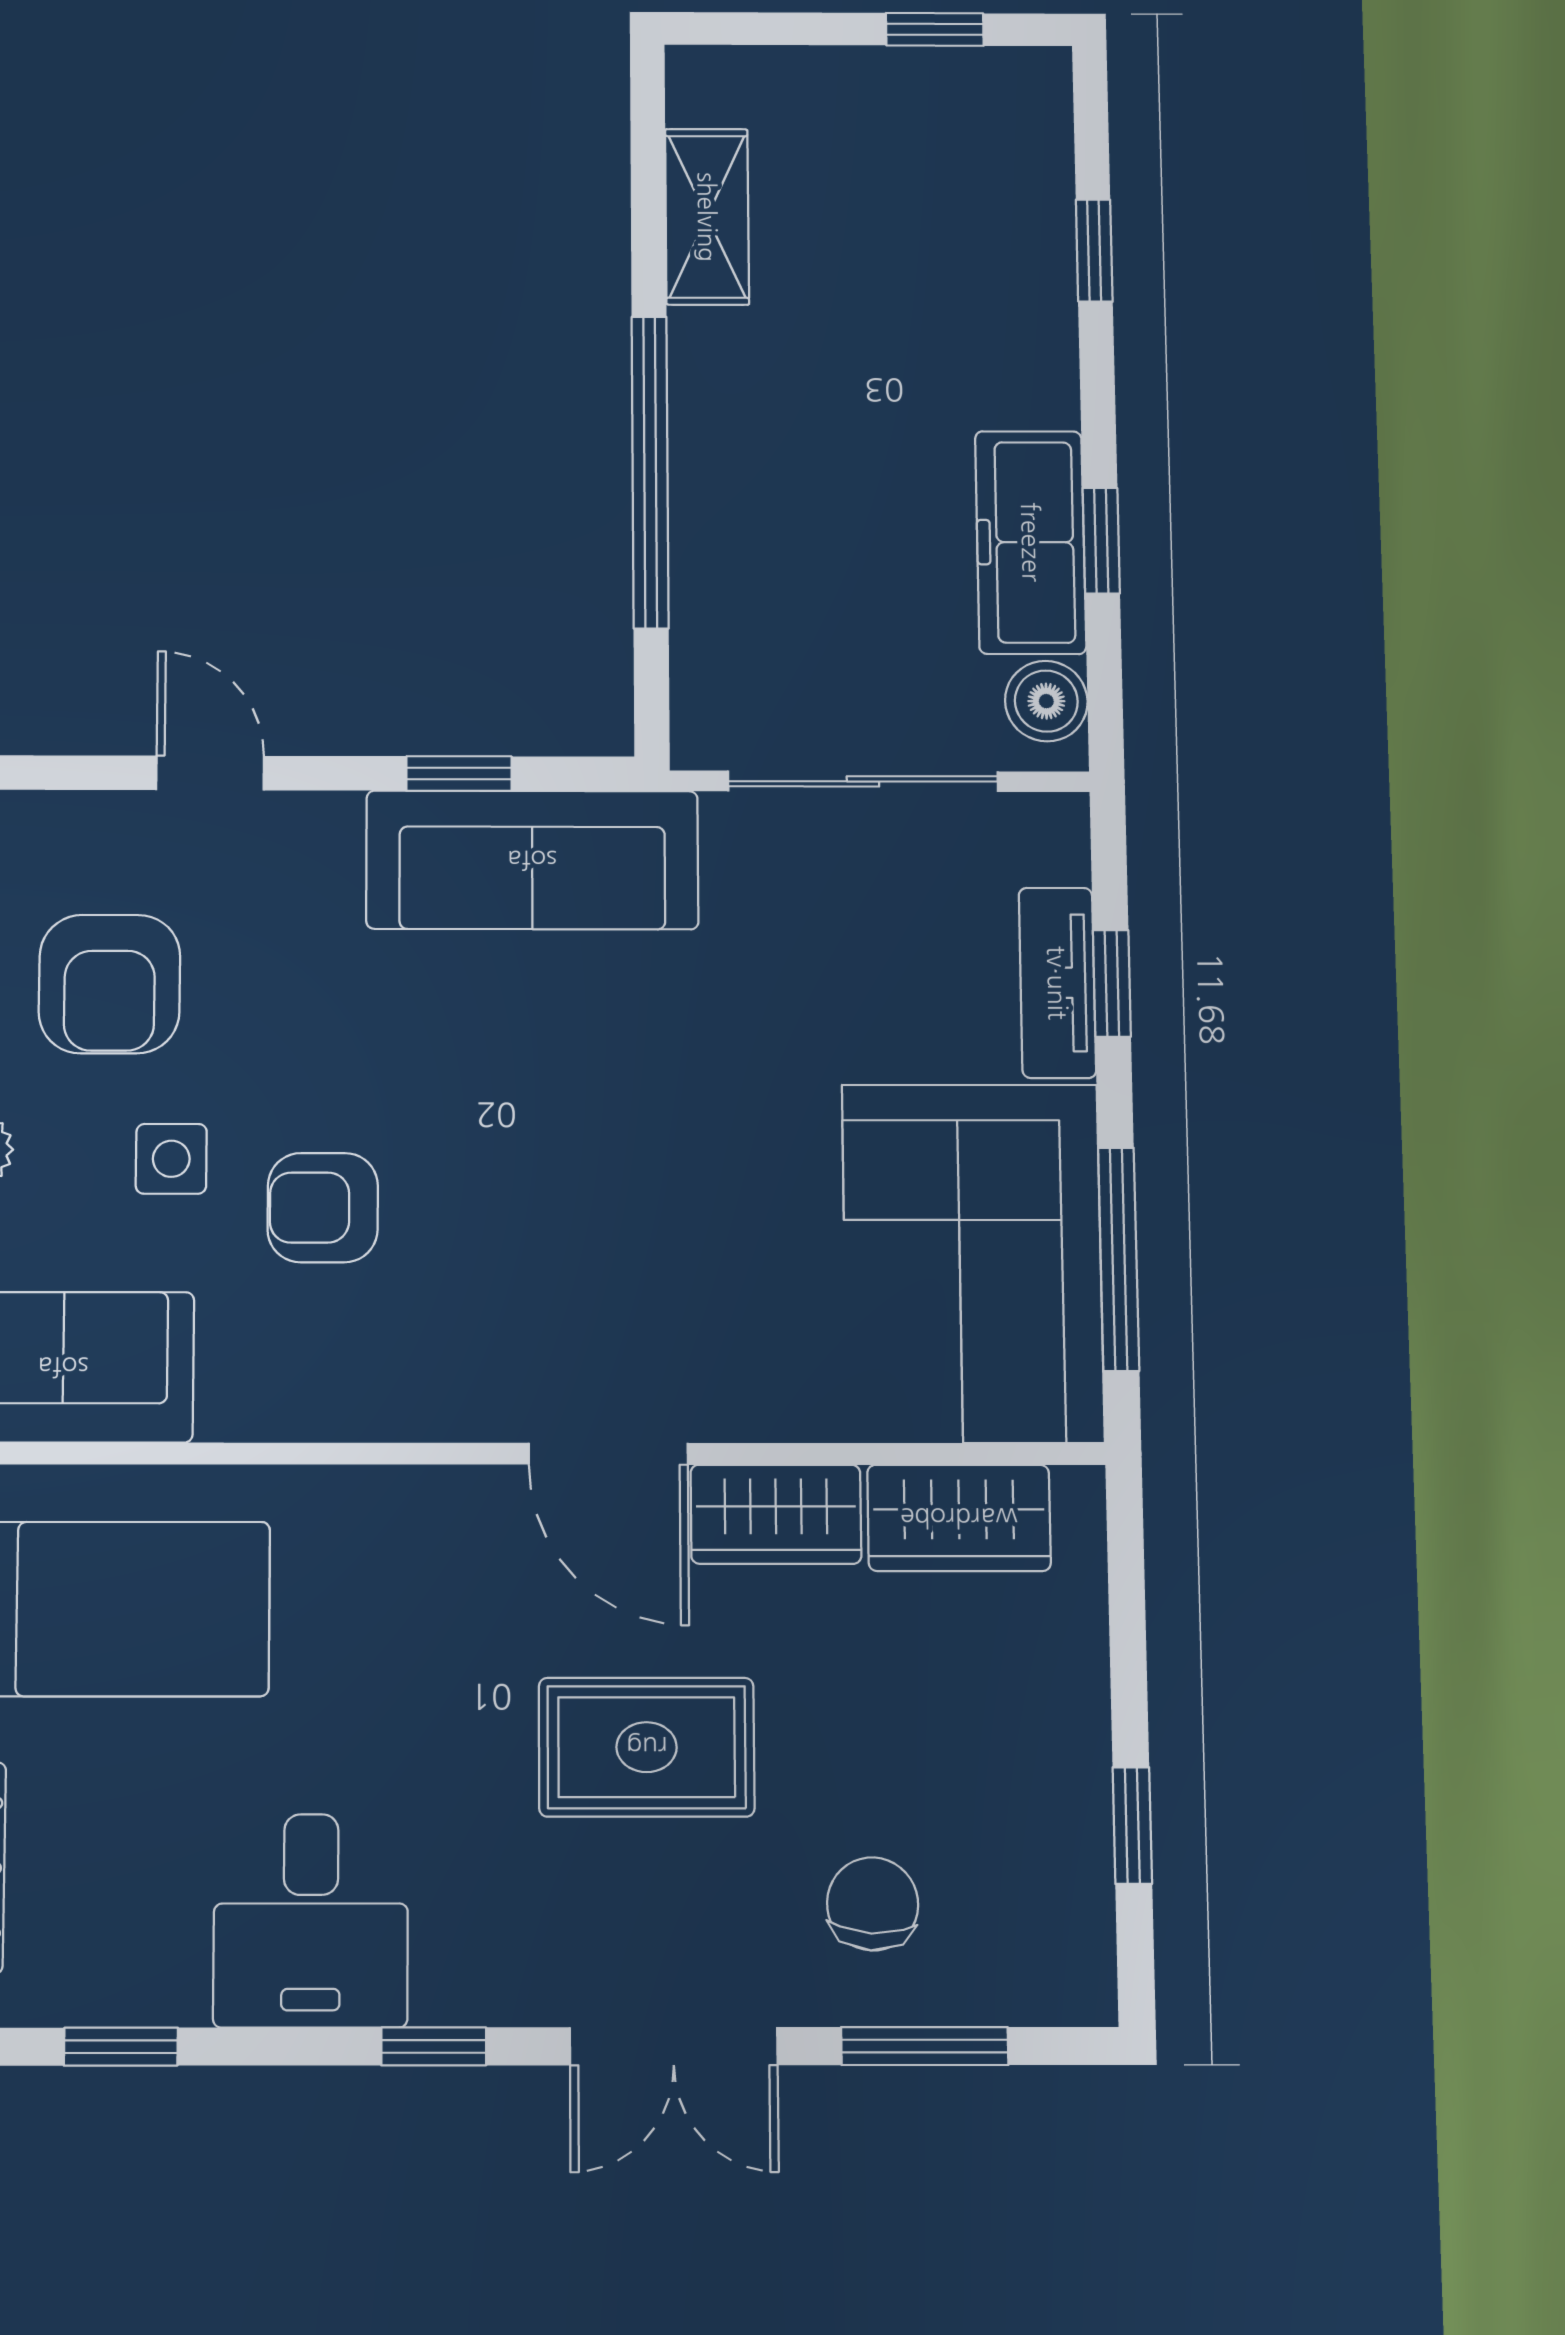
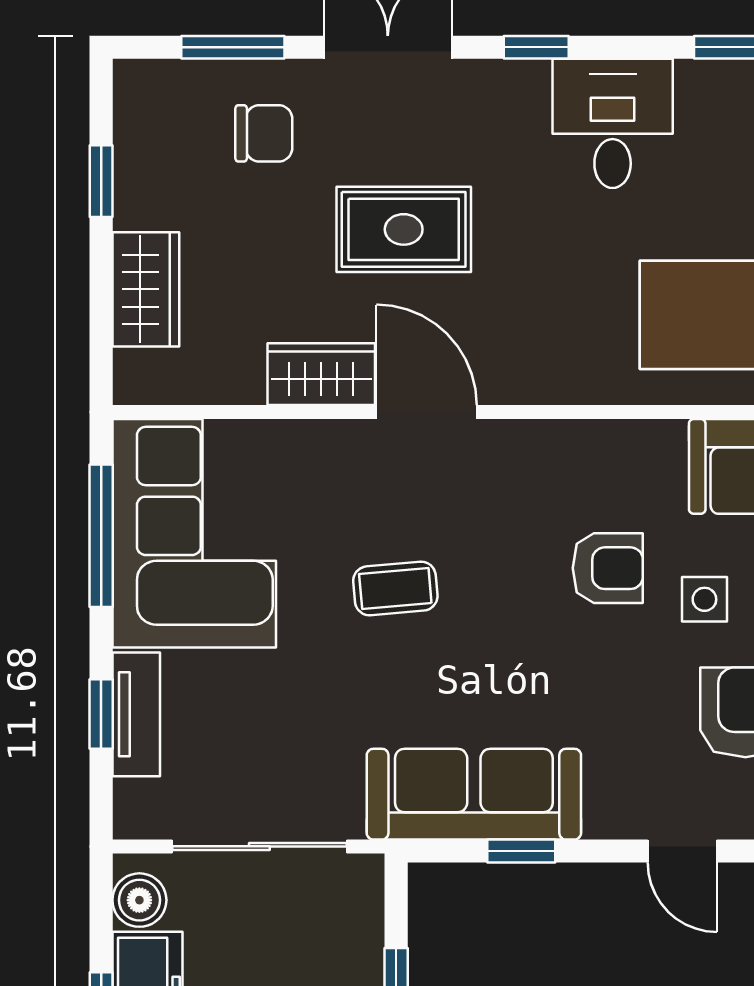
coffee table: (656, 1176) -> (395, 588), added
wardrobe: (959, 1518) -> (146, 289), moved, turned 90
chair: (873, 1904) -> (264, 133), turned -93

